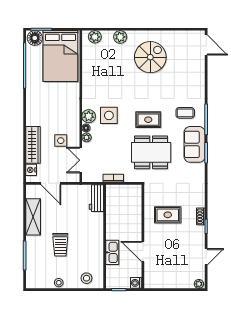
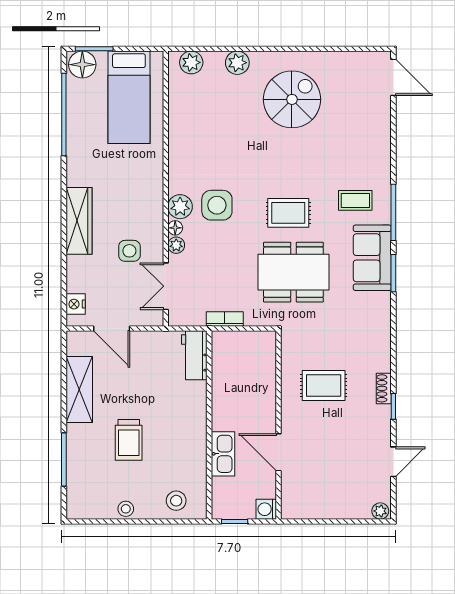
bed: (60, 56) -> (129, 97), width x0.67
wardrobe: (33, 145) -> (79, 221), moved

